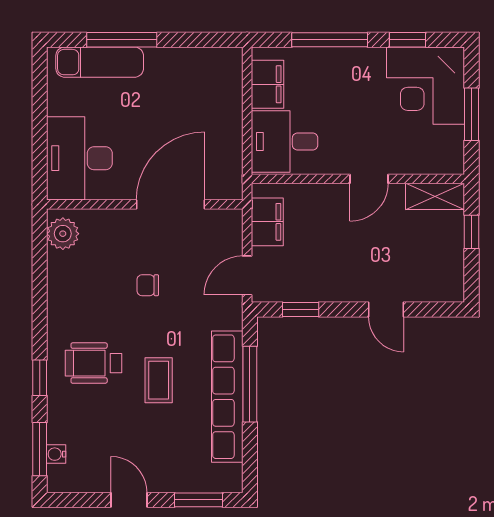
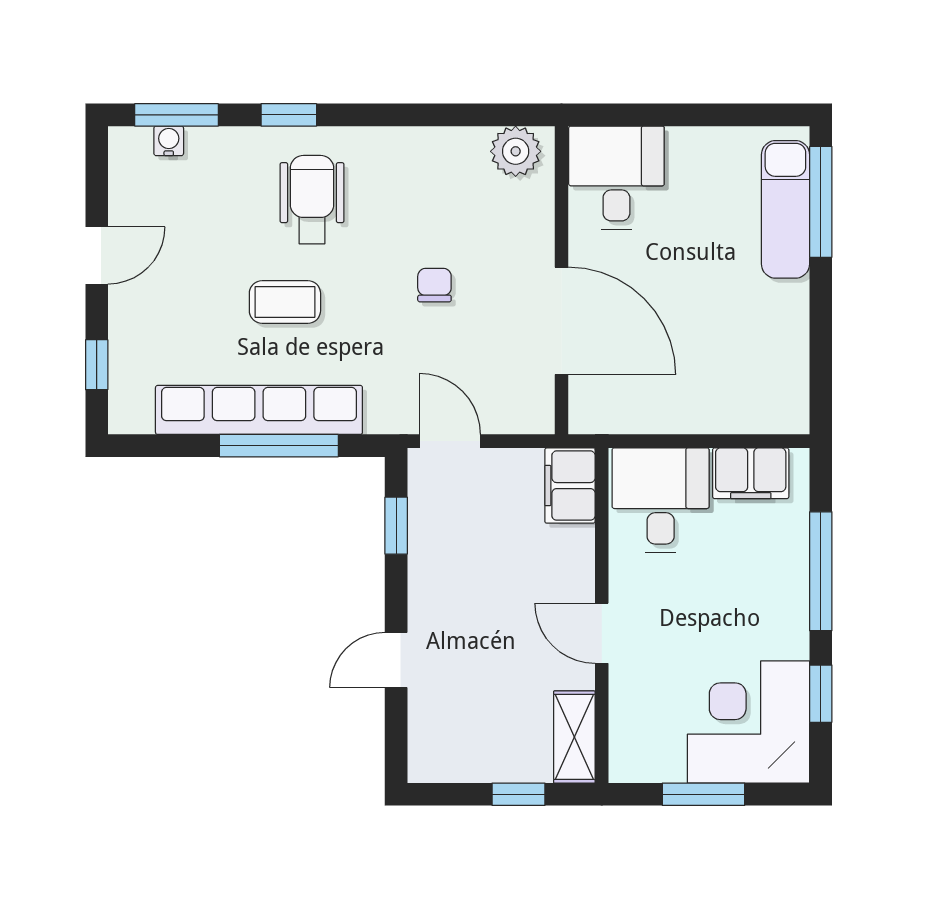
window: (122, 40) -> (821, 202), moved
desk: (79, 158) -> (616, 178), width x0.73
filing cabinet: (267, 222) -> (570, 486), moved, turned 90
window: (198, 500) -> (97, 365), width x0.67

